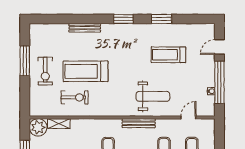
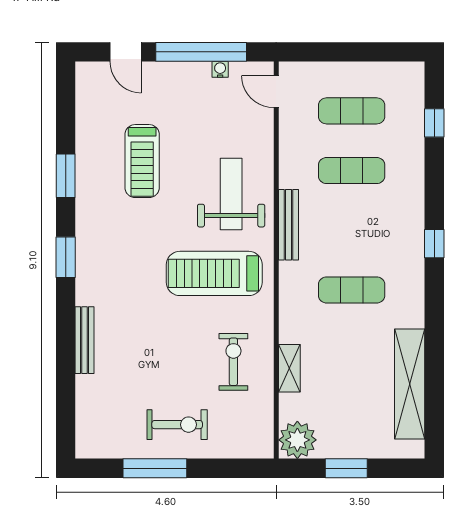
treadmill: (86, 71) -> (214, 273), moved, turned 90
door: (188, 117) -> (276, 92), moved
shelving: (59, 124) -> (289, 368), moved

